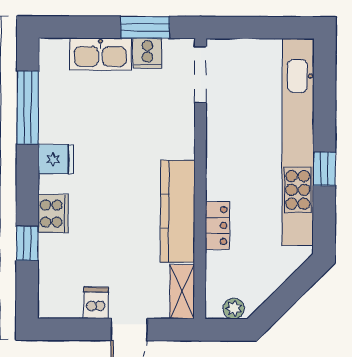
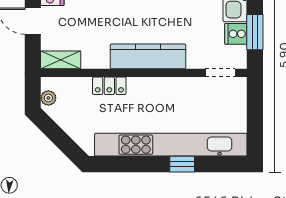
doorway: (201, 75) -> (220, 73), width x0.73
window: (324, 169) -> (182, 164), moved
kitchen counter: (178, 211) -> (148, 56), moved

